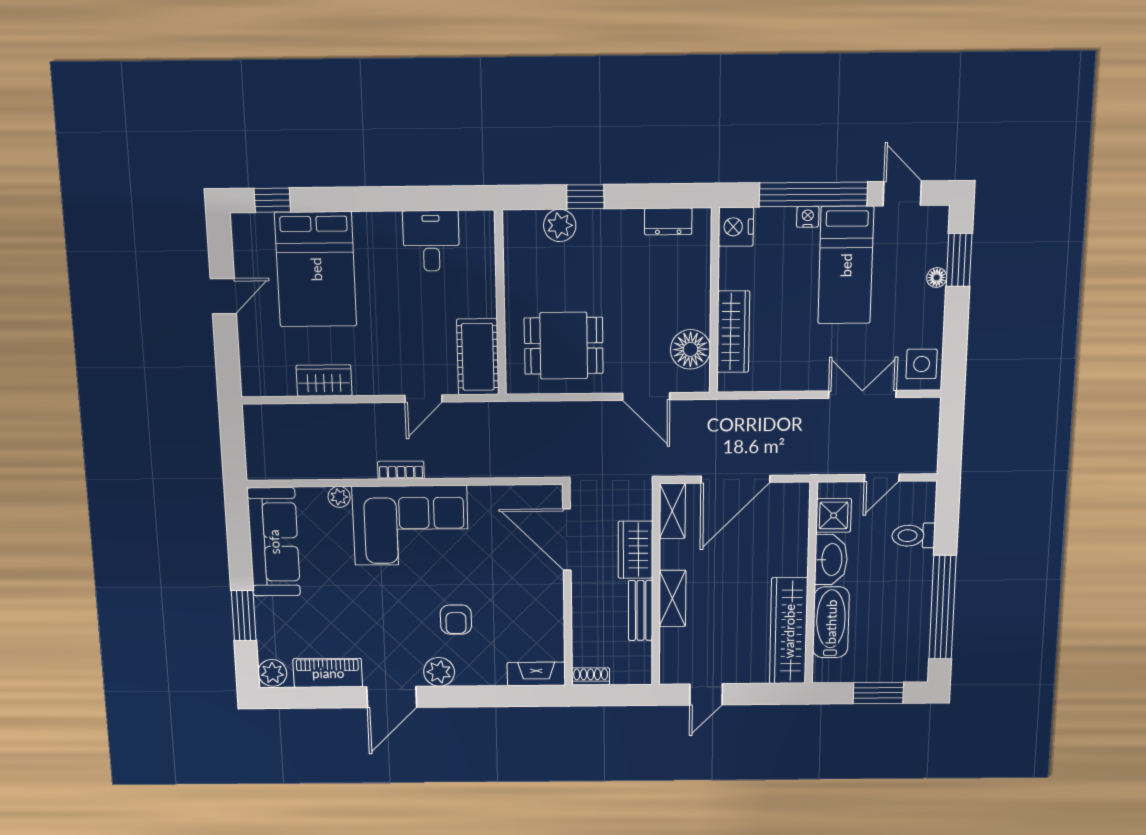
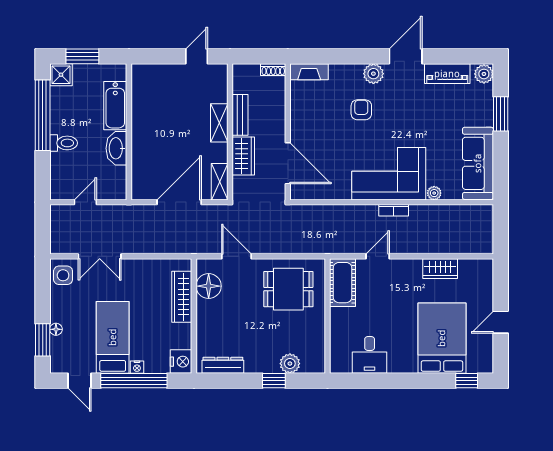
dresser: (668, 221) -> (223, 365), width x1.44
shower: (834, 515) -> (61, 75), moved
toilet: (913, 536) -> (64, 143), moved
wardrobe: (789, 631) -> (143, 100), removed

